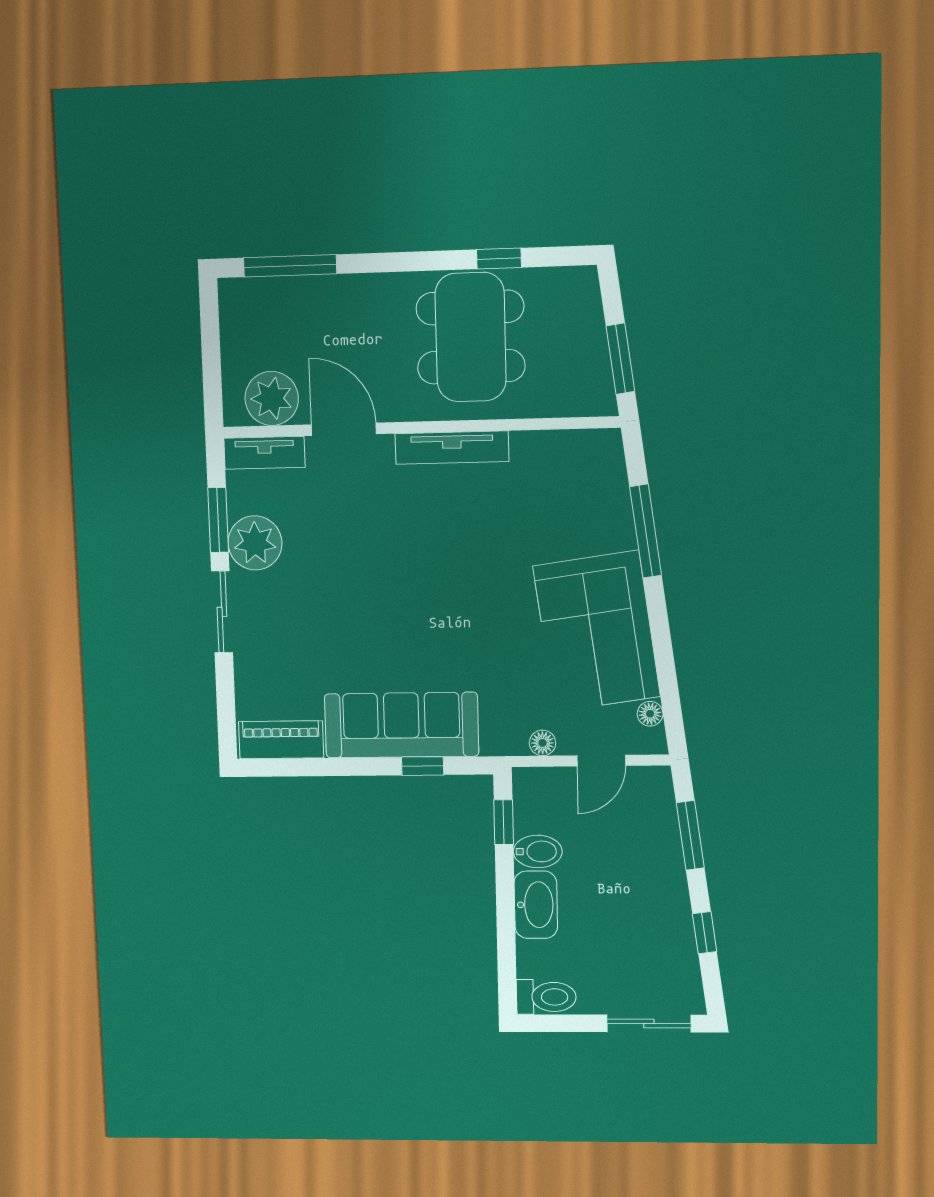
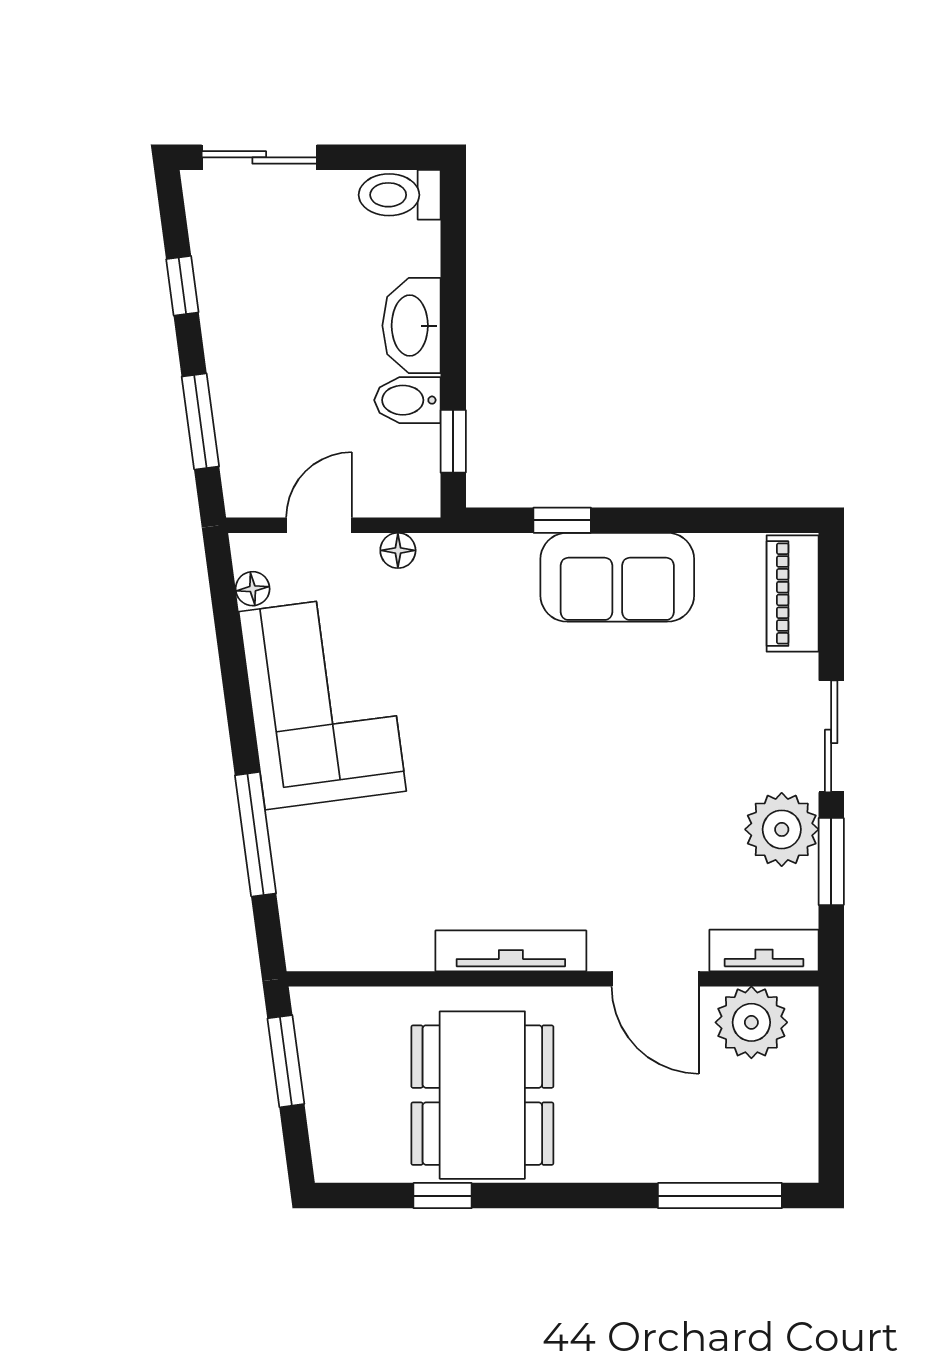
sofa: (401, 725) -> (617, 577), width x0.73
piano: (281, 740) -> (793, 594), moved, turned 90

